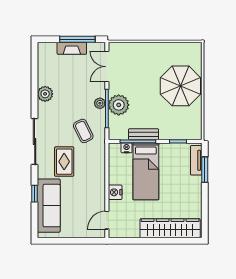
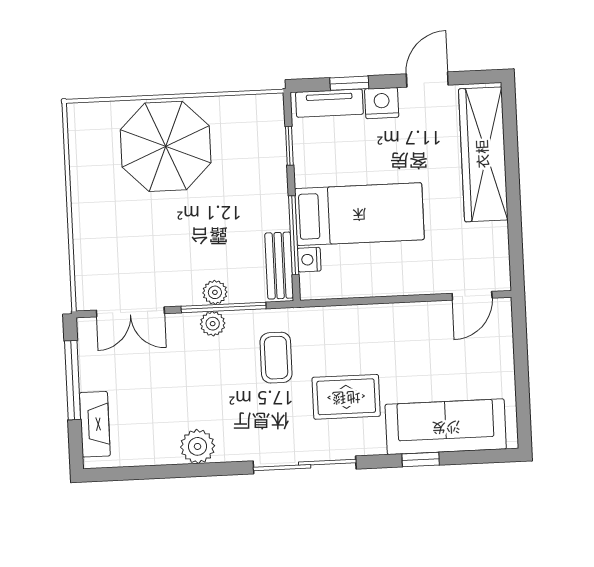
fireplace: (72, 48) -> (95, 424), moved
plant: (119, 105) -> (215, 292), width x0.53, depth x0.53
coffee table: (83, 131) -> (276, 358), turned -64
bench: (144, 134) -> (279, 266), moved
window: (205, 170) -> (349, 83), width x0.67
nightstand: (115, 192) -> (382, 103), moved, turned 180
door: (205, 205) -> (427, 80), added
door: (107, 220) -> (472, 296), hinge flipped

